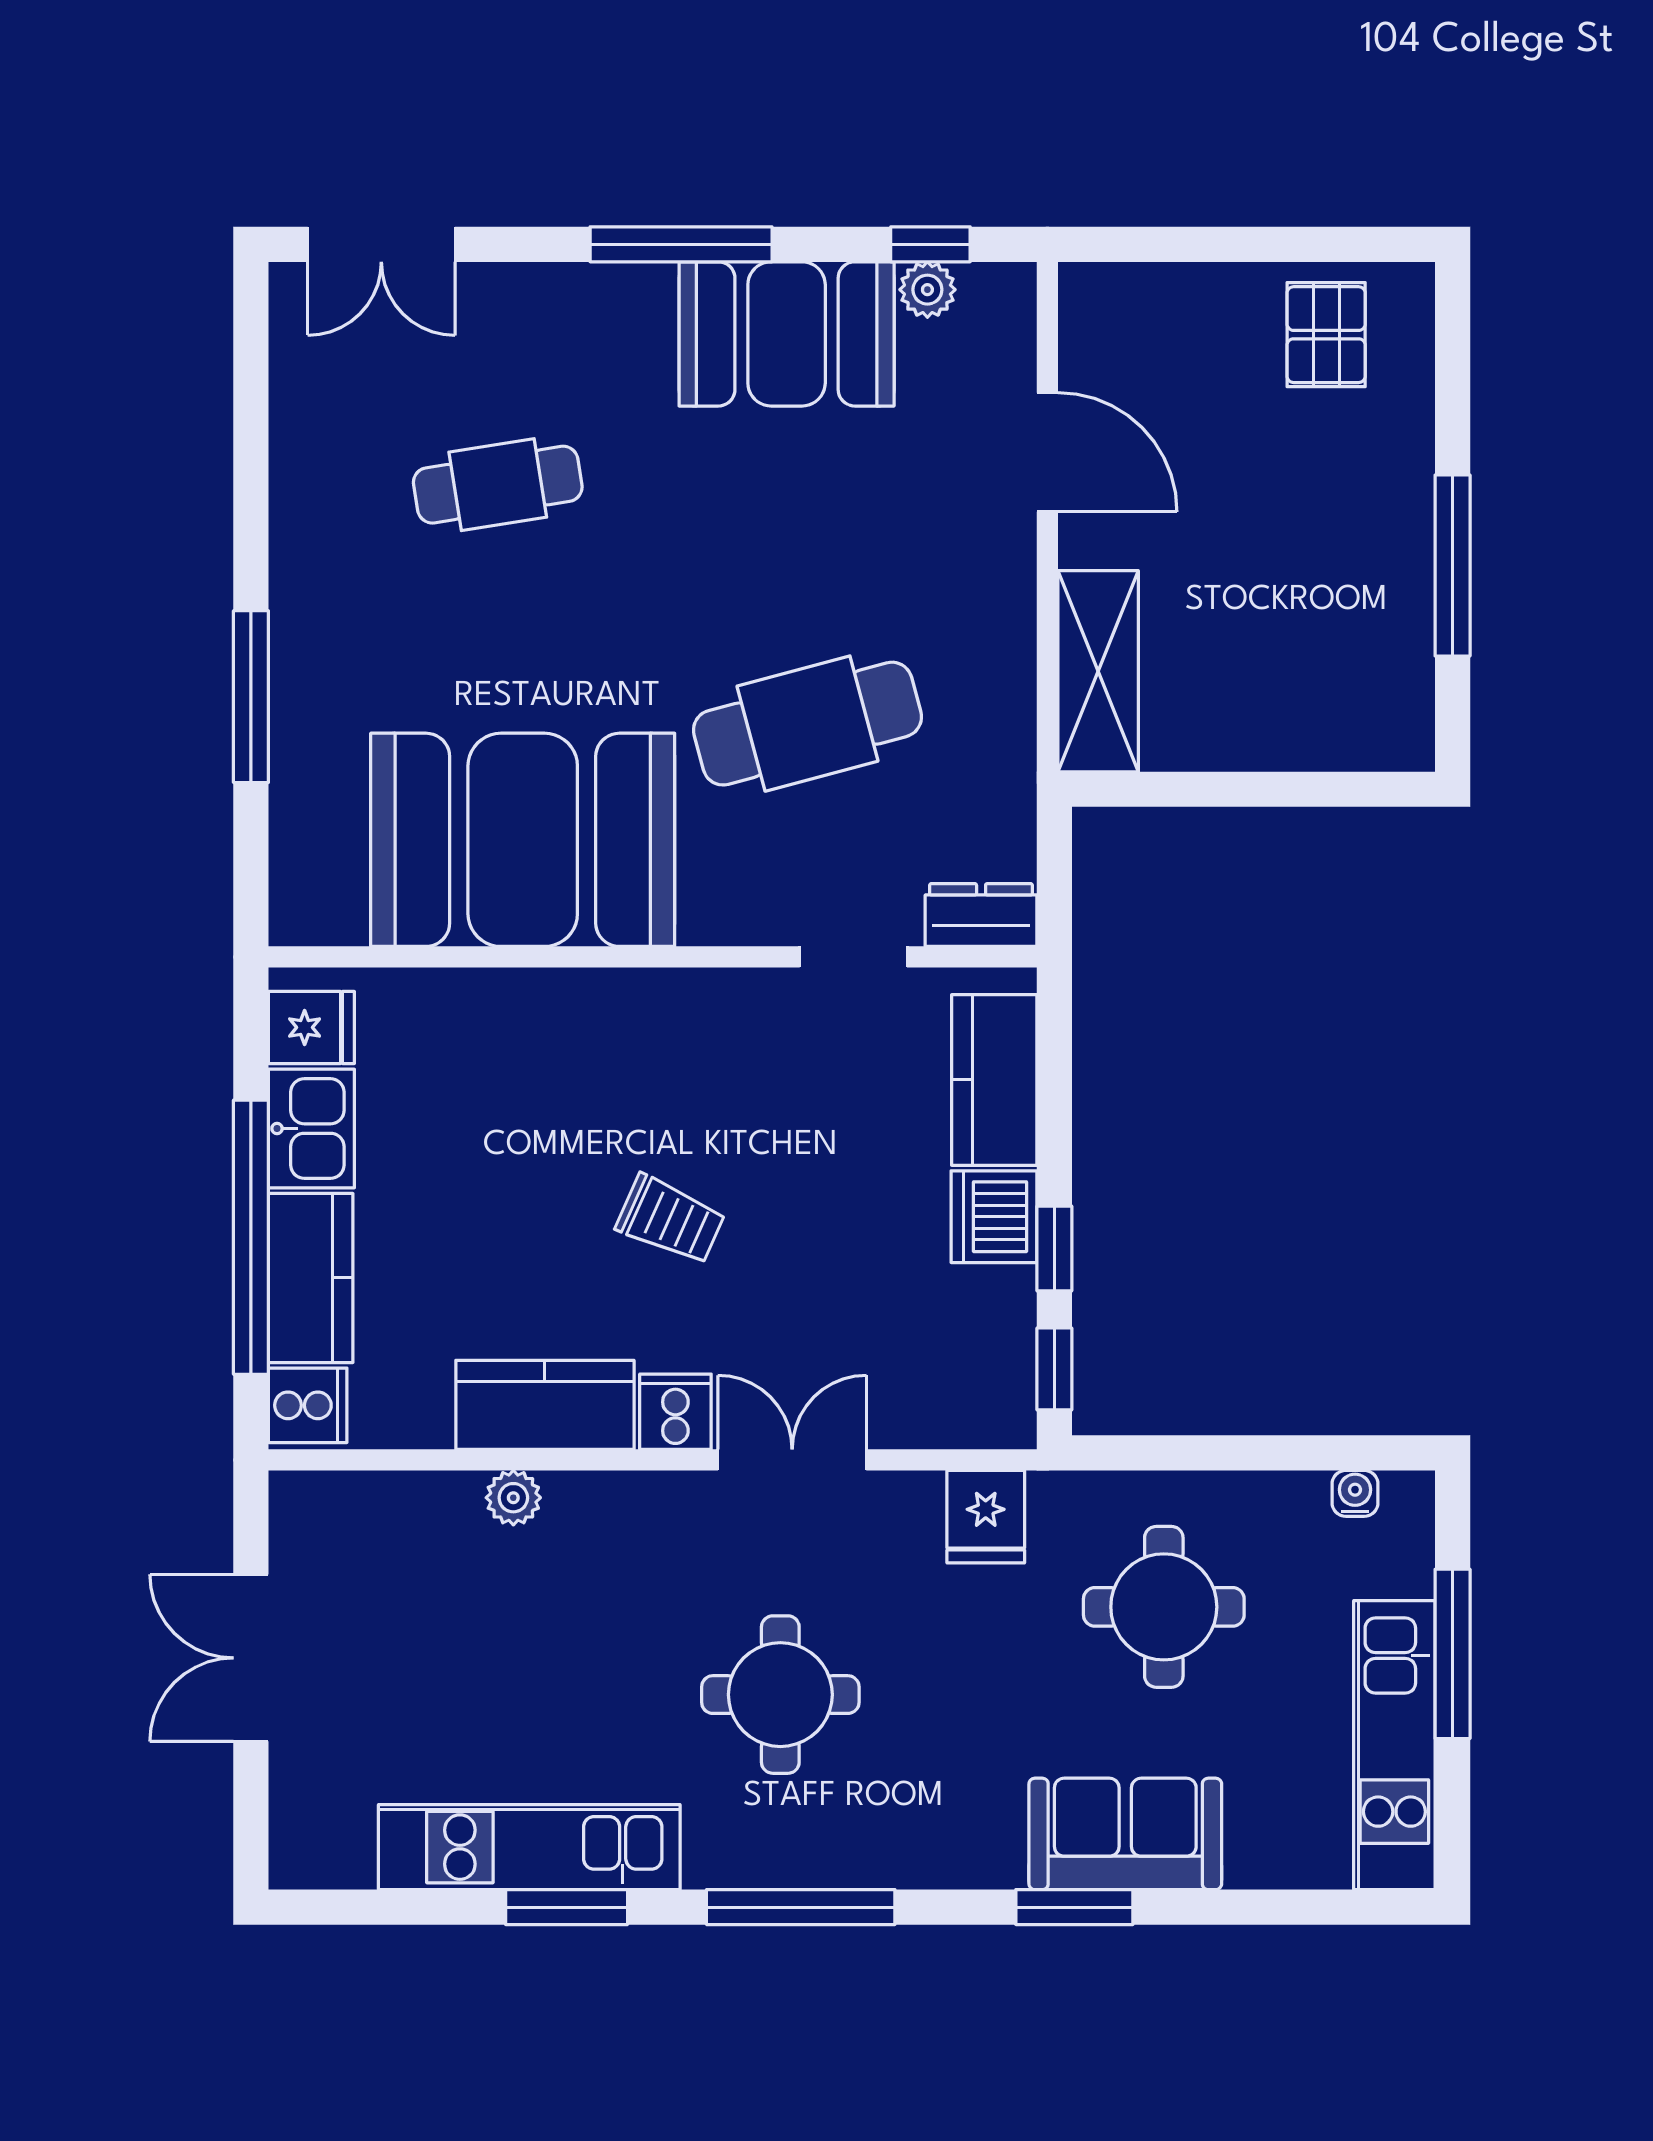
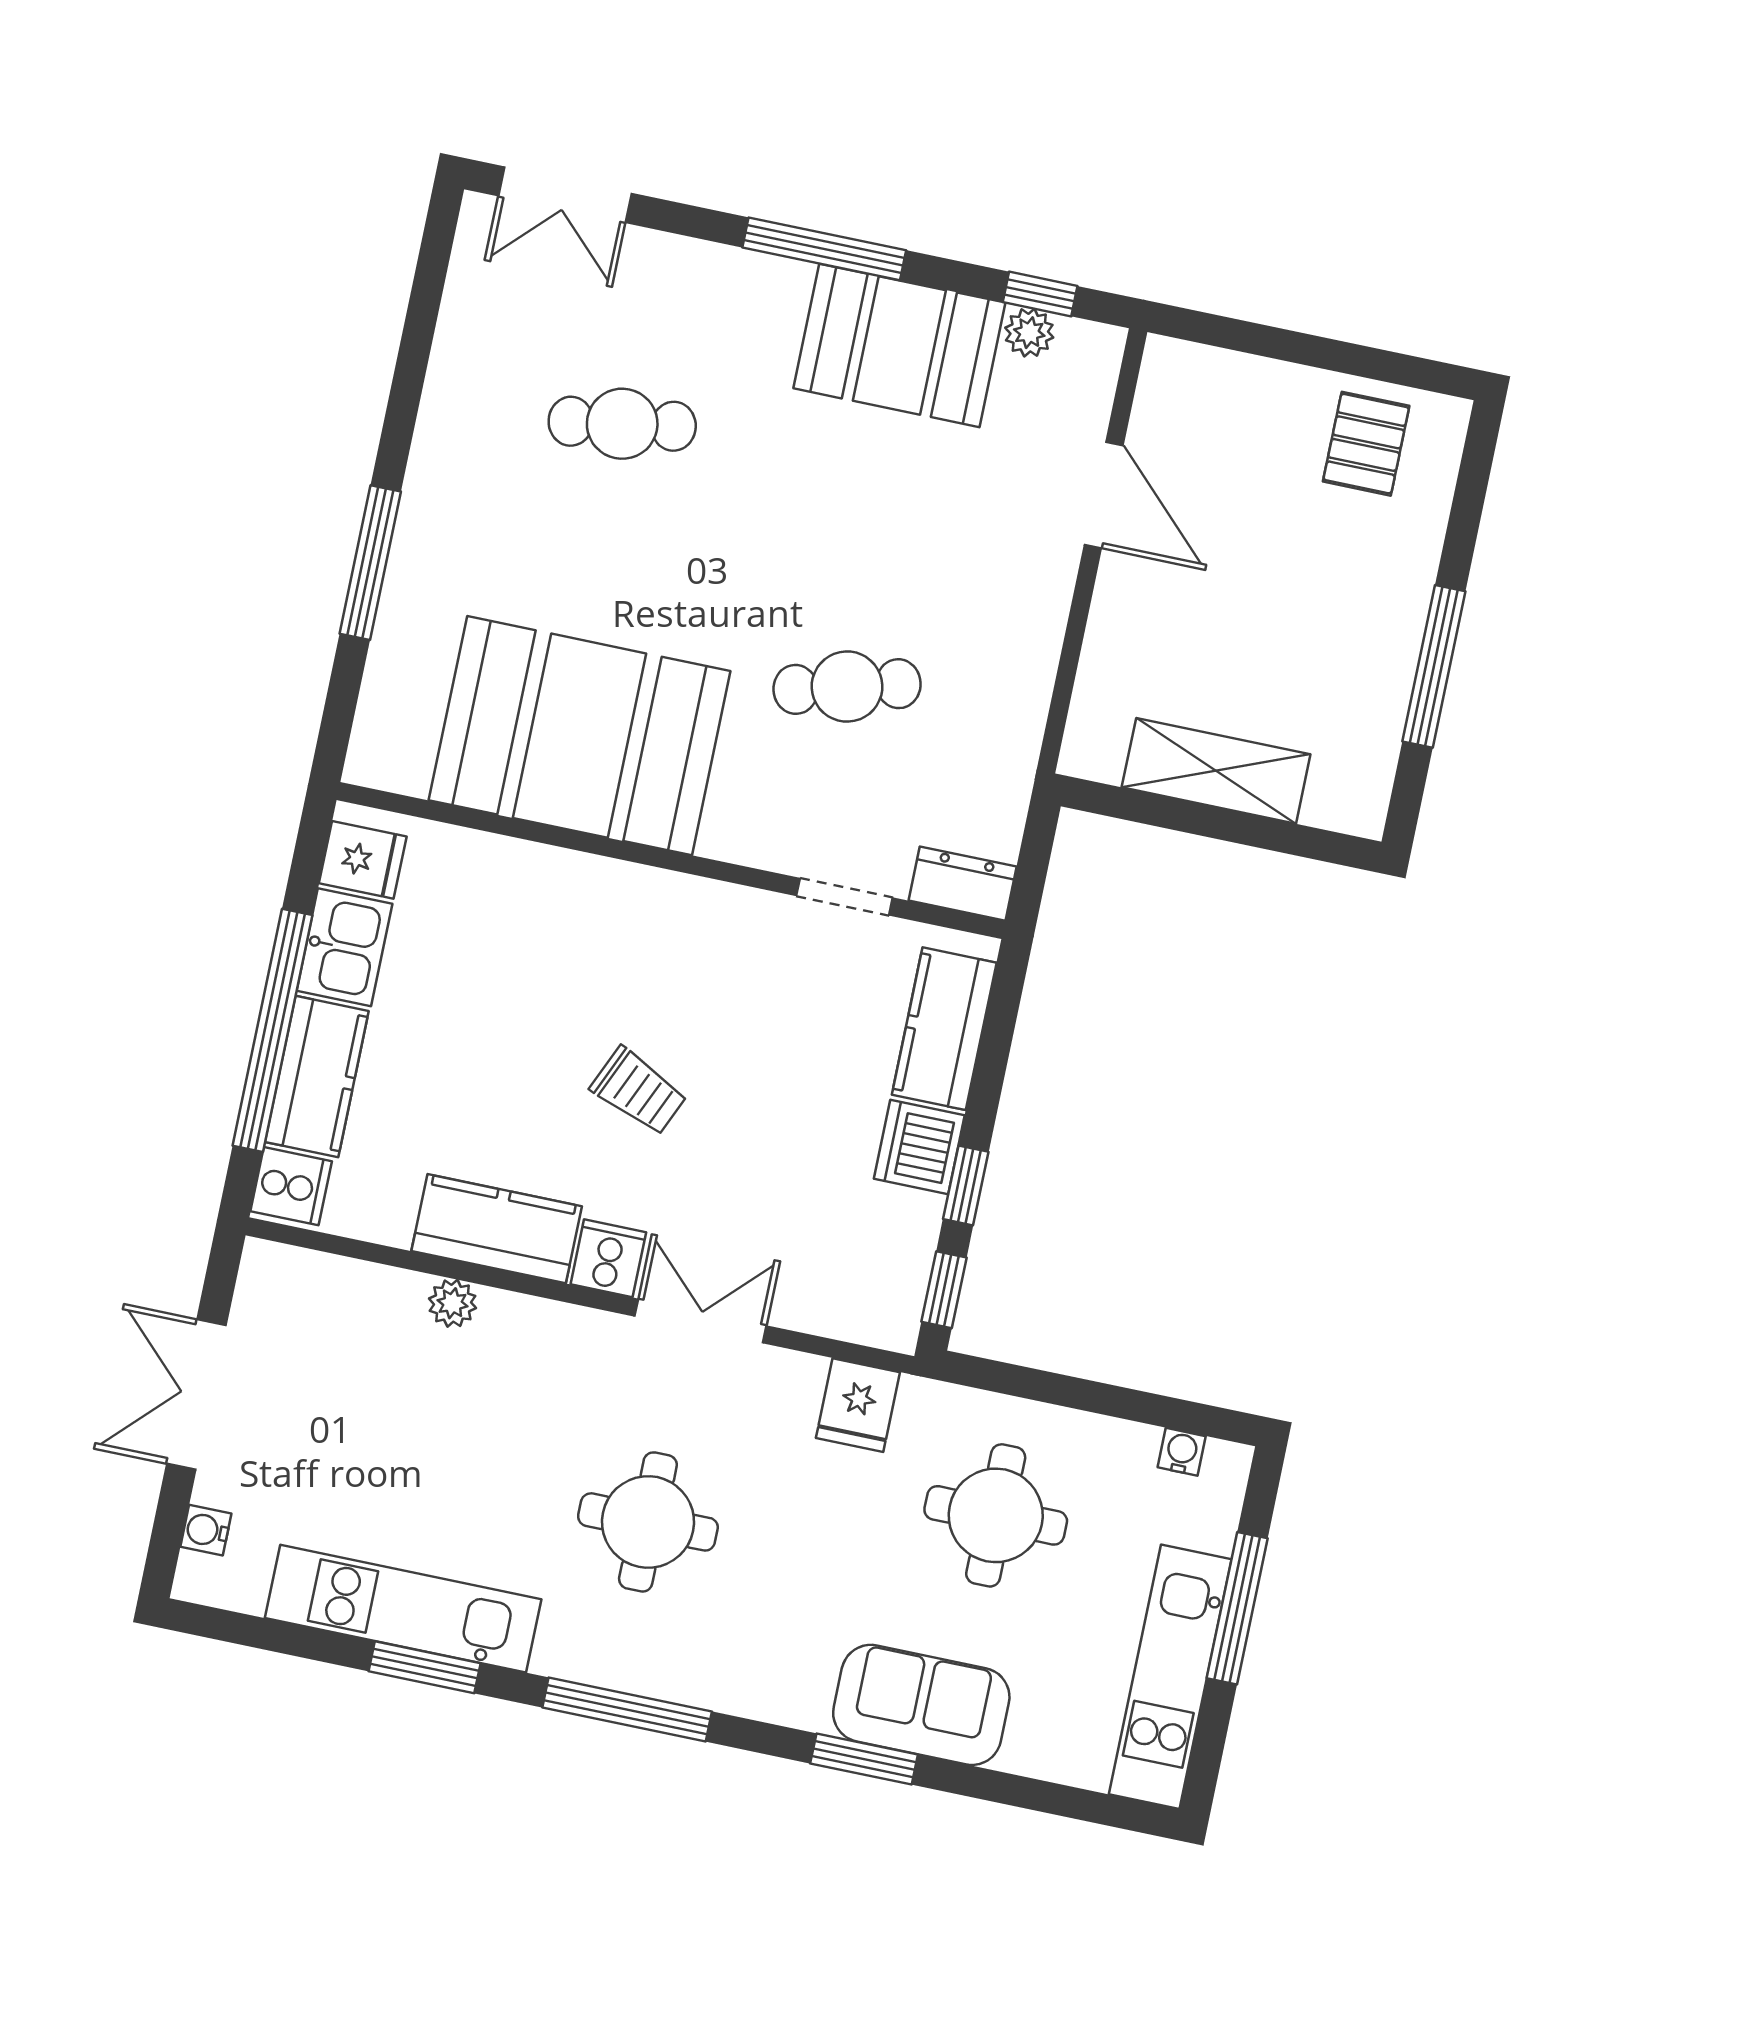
shelving: (1098, 671) -> (1216, 771), moved, turned 90
cafe table: (807, 724) -> (847, 687), width x0.73, depth x0.74
water cooler: (293, 1806) -> (206, 1530), added

